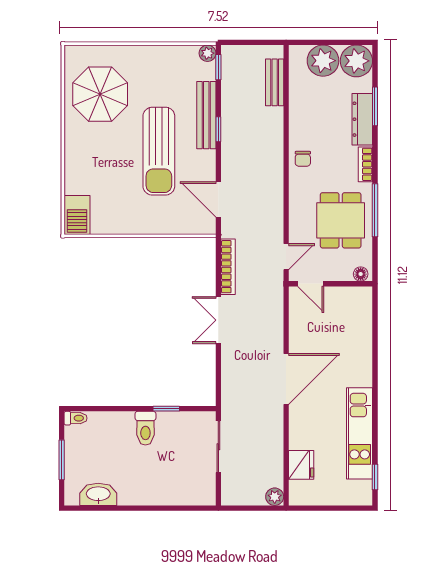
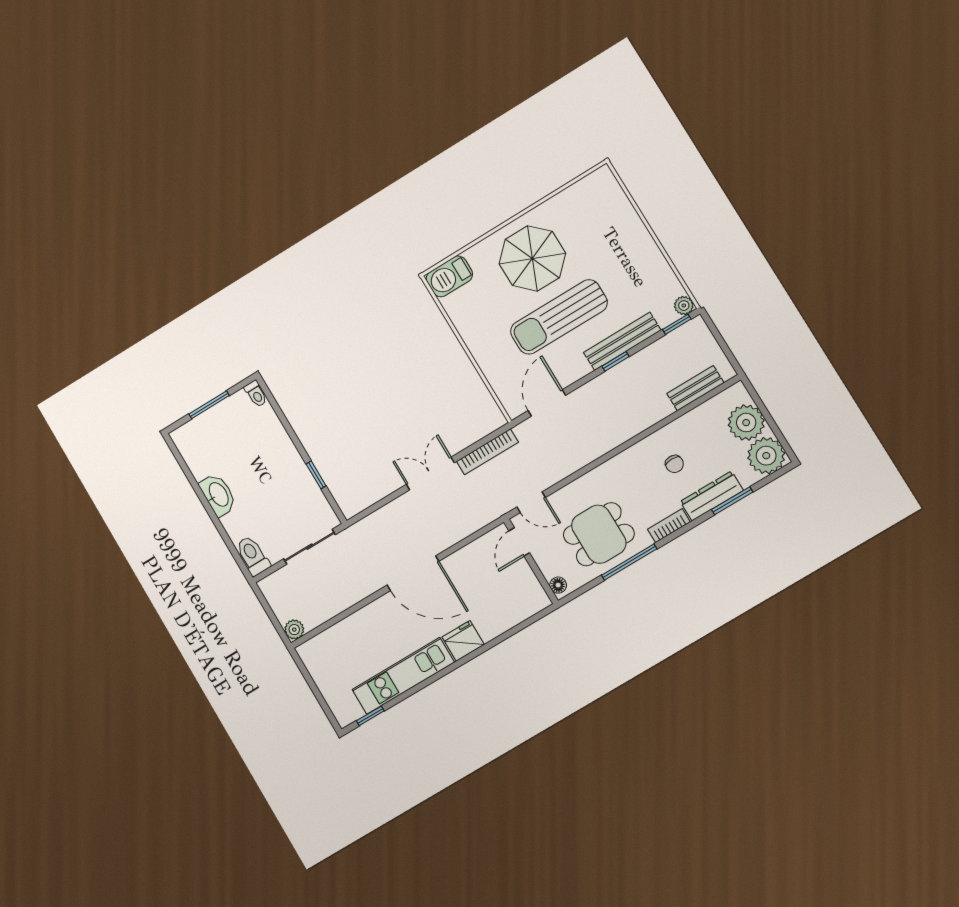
parasol: (100, 94) -> (532, 258), moved
chair: (303, 159) -> (674, 464), moved, turned -90
toilet: (145, 428) -> (253, 556), moved, turned 90
fridge: (301, 465) -> (463, 641), moved, turned 180
washbasin: (98, 494) -> (218, 495), moved

